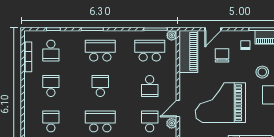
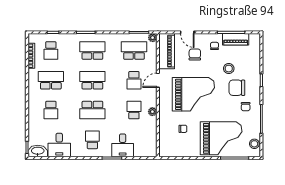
door: (213, 29) -> (187, 32), hinge flipped
school desk: (51, 86) -> (51, 80), width x1.85
school desk: (100, 86) -> (92, 80), width x1.85
grand piano: (220, 103) -> (193, 94), turned 180
door: (178, 109) -> (158, 80), moved
school desk: (51, 121) -> (51, 110), turned 180
school desk: (100, 121) -> (92, 110), turned 180

